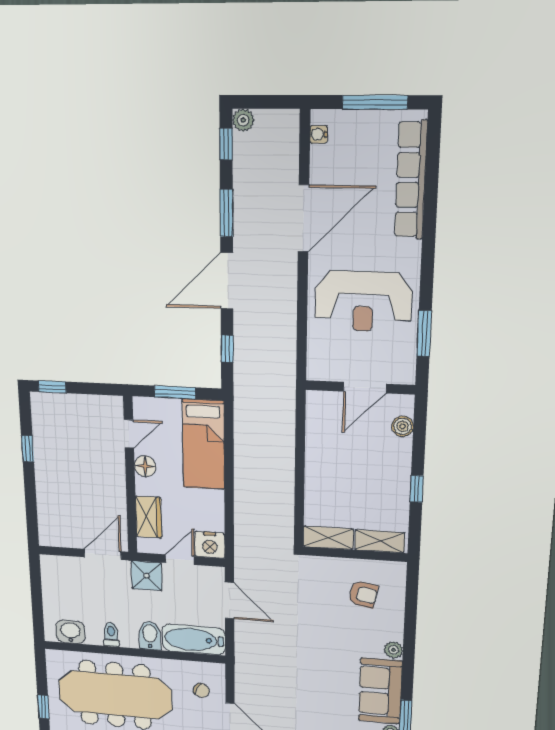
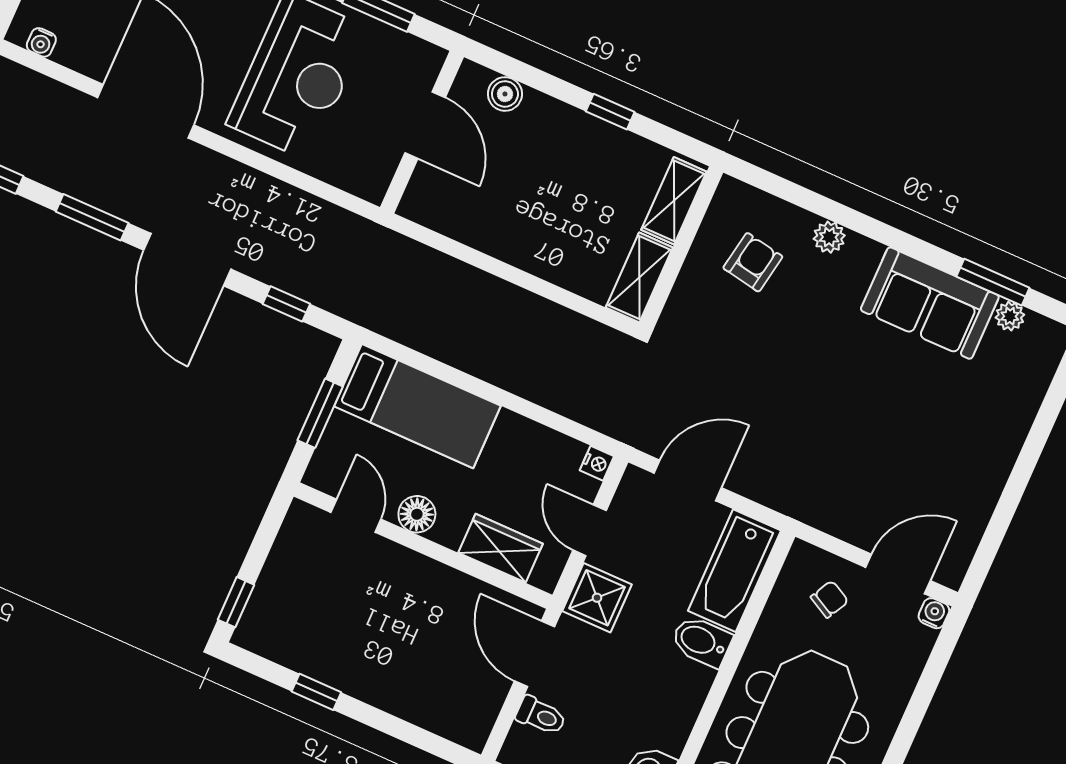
nightstand: (210, 545) -> (597, 463), width x0.53, depth x0.56
toilet: (111, 634) -> (541, 716), moved, turned 180
plant: (393, 650) -> (829, 237), moved

